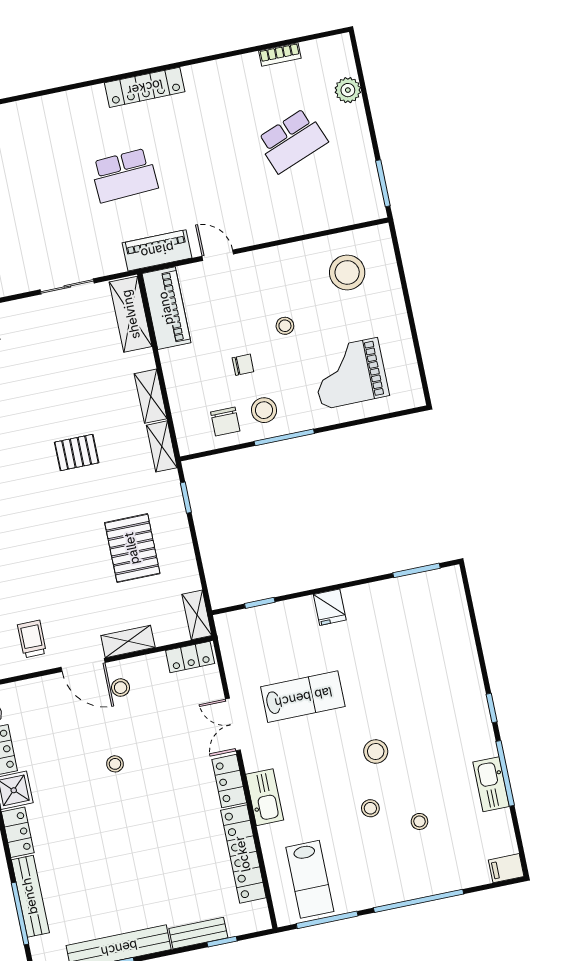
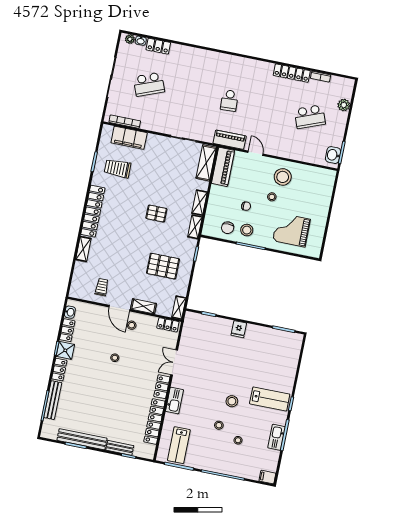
locker: (145, 87) -> (292, 73), moved
school desk: (124, 175) -> (229, 100), width x0.54
washbasin: (368, 195) -> (333, 155), added
stool: (347, 272) -> (283, 177), moved
pallet: (132, 548) -> (163, 266), turned 90
lab bench: (303, 697) -> (270, 399), moved

